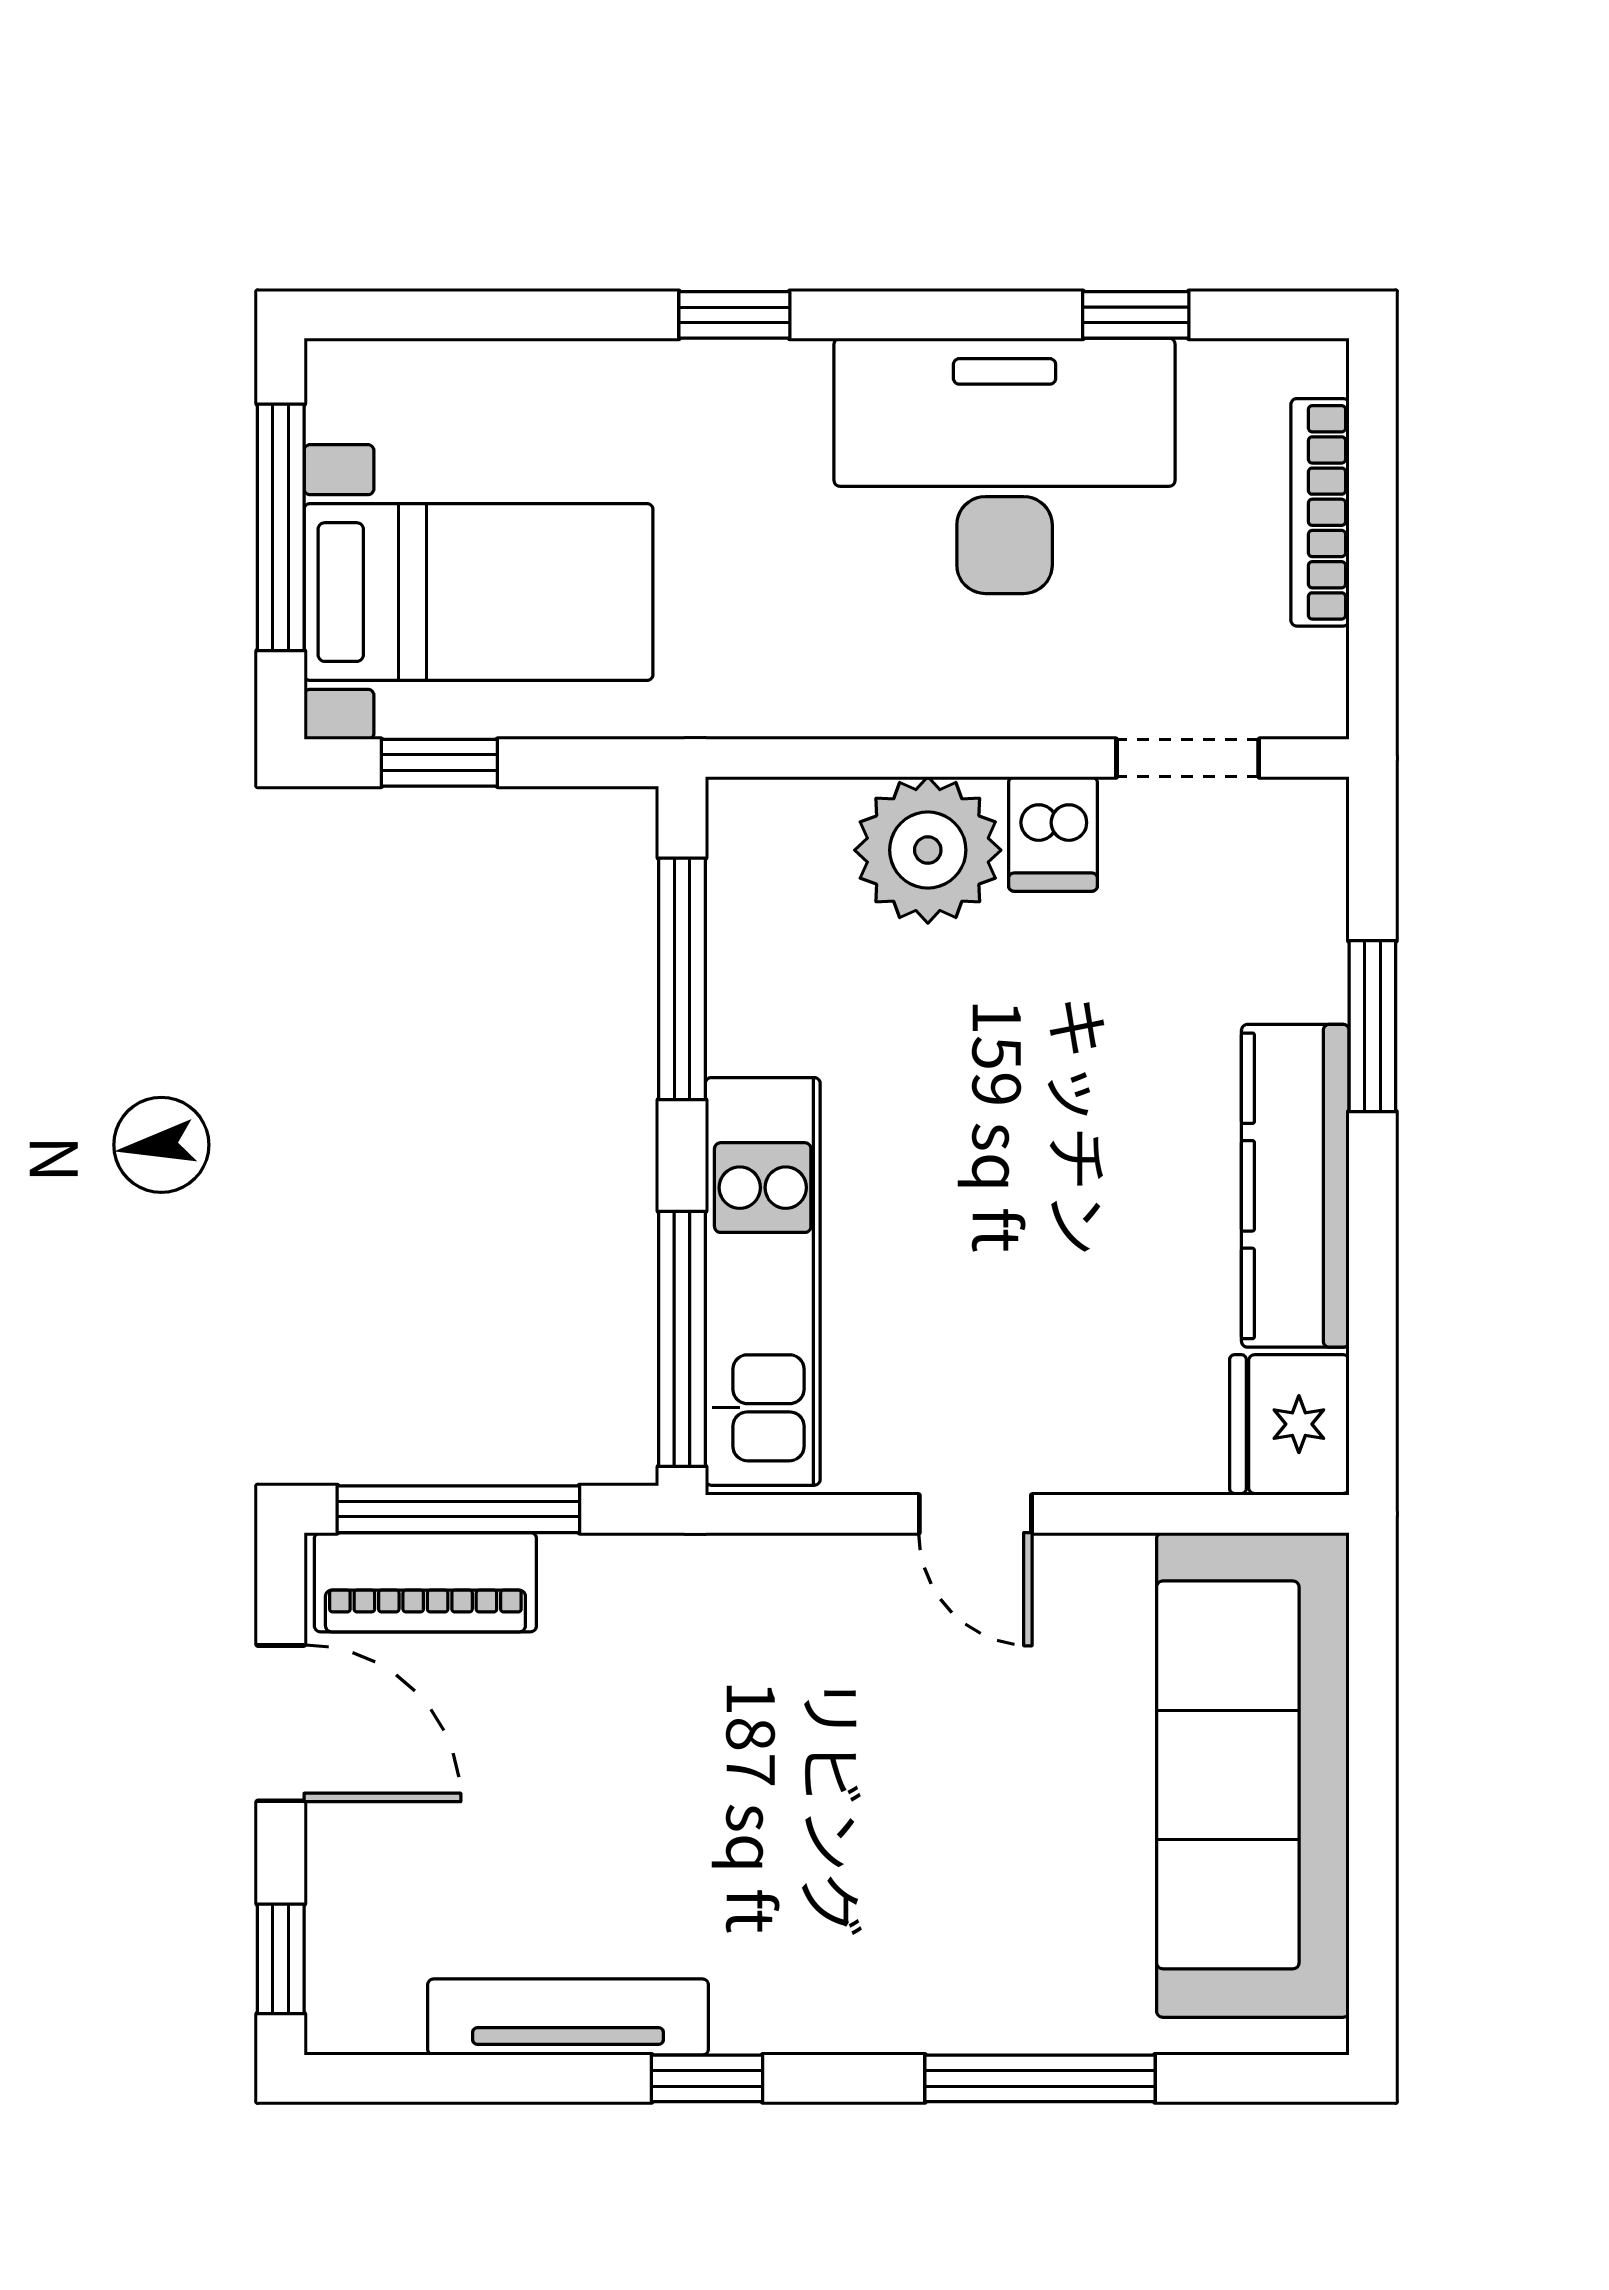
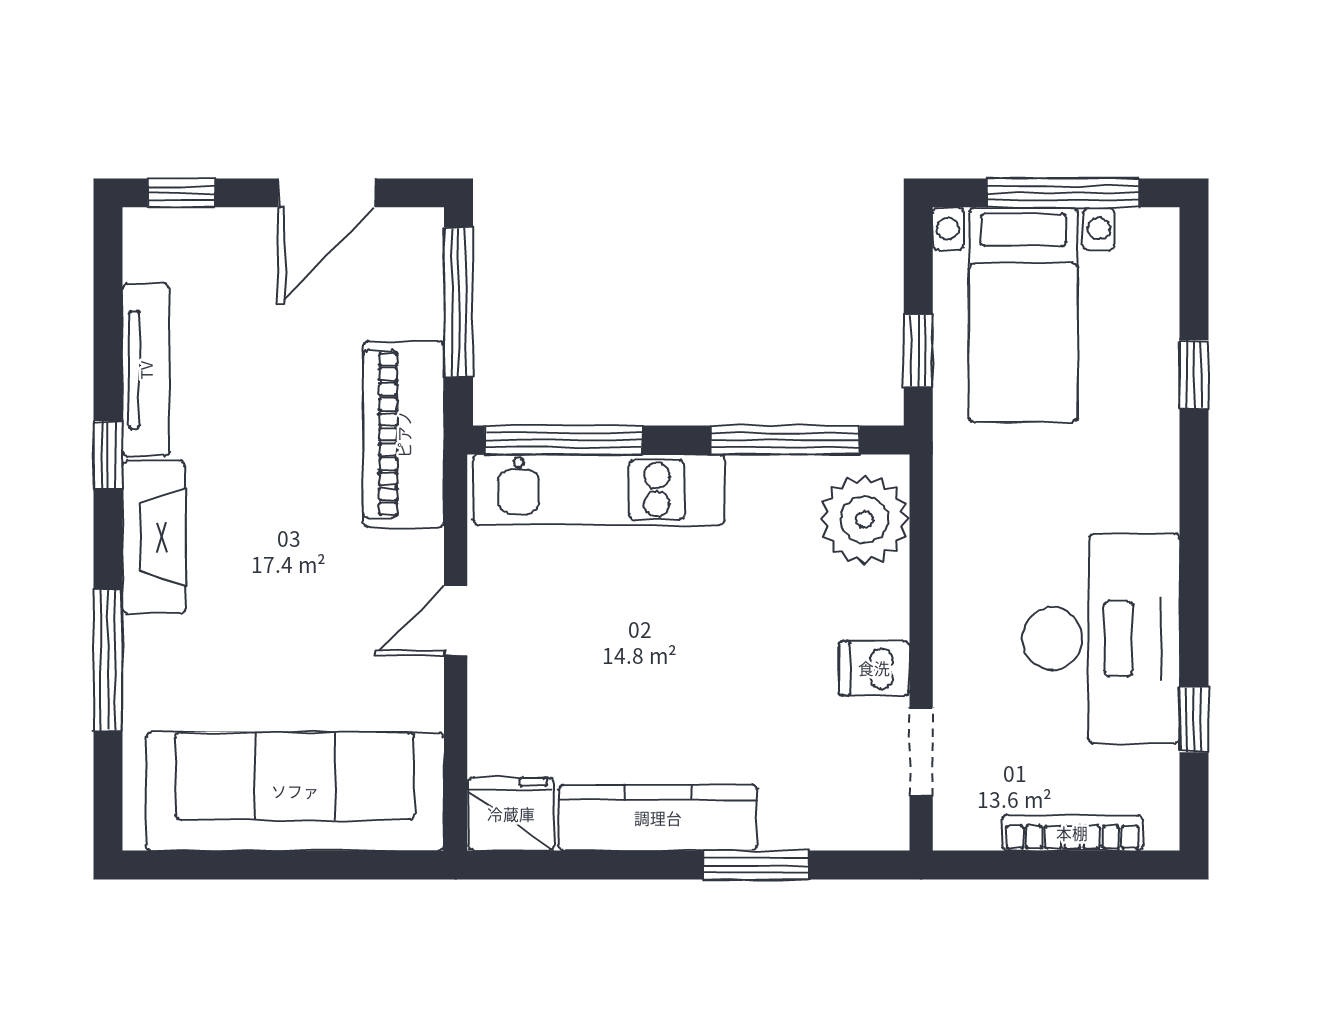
window: (734, 315) -> (1194, 374), moved
window: (439, 763) -> (918, 351), moved
plant: (928, 850) -> (864, 519), moved
piano: (425, 1582) -> (404, 434), moved, width x1.37, depth x1.33
fireplace: (840, 2004) -> (154, 537), added

